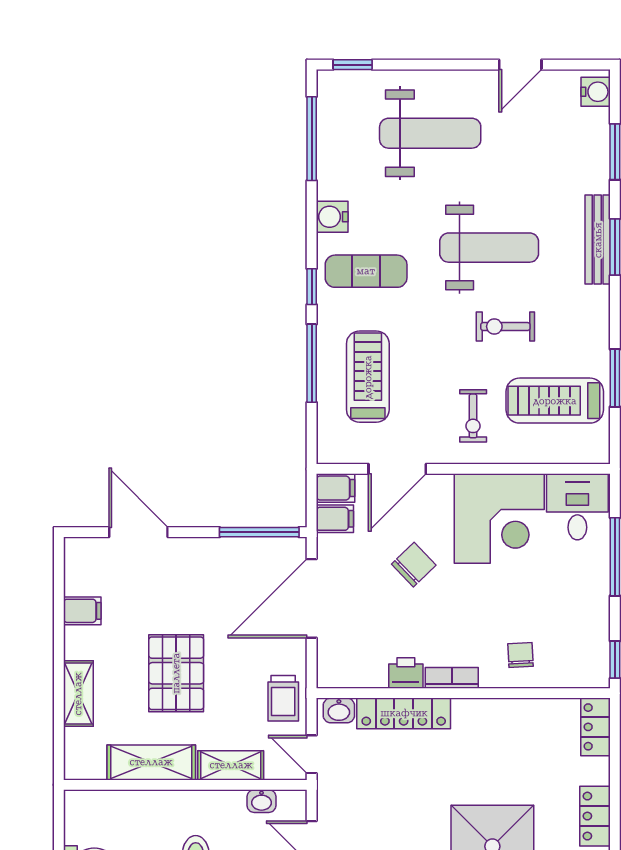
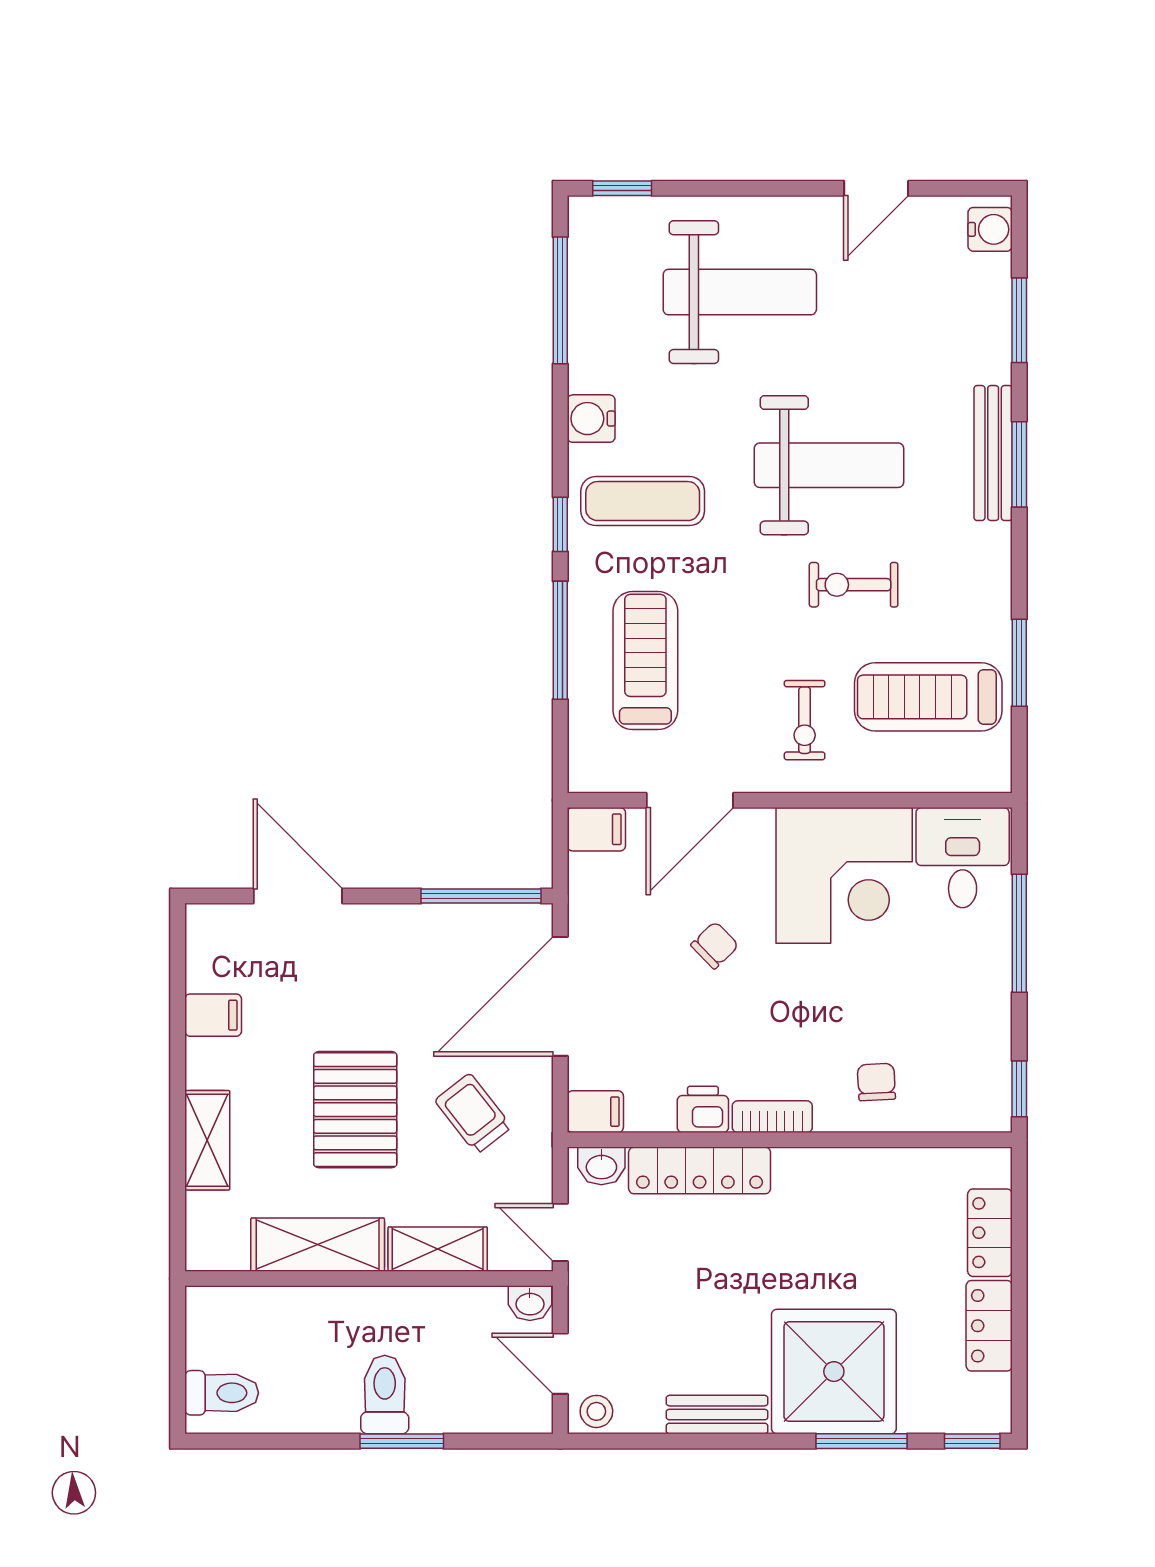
filing cabinet: (335, 519) -> (595, 1112), moved
chair: (414, 565) -> (715, 945), width x0.73, depth x0.73
trolley: (283, 698) -> (473, 1114), moved, turned 142
locker: (595, 727) -> (990, 1233), moved
washbasin: (261, 801) -> (530, 1303), moved

